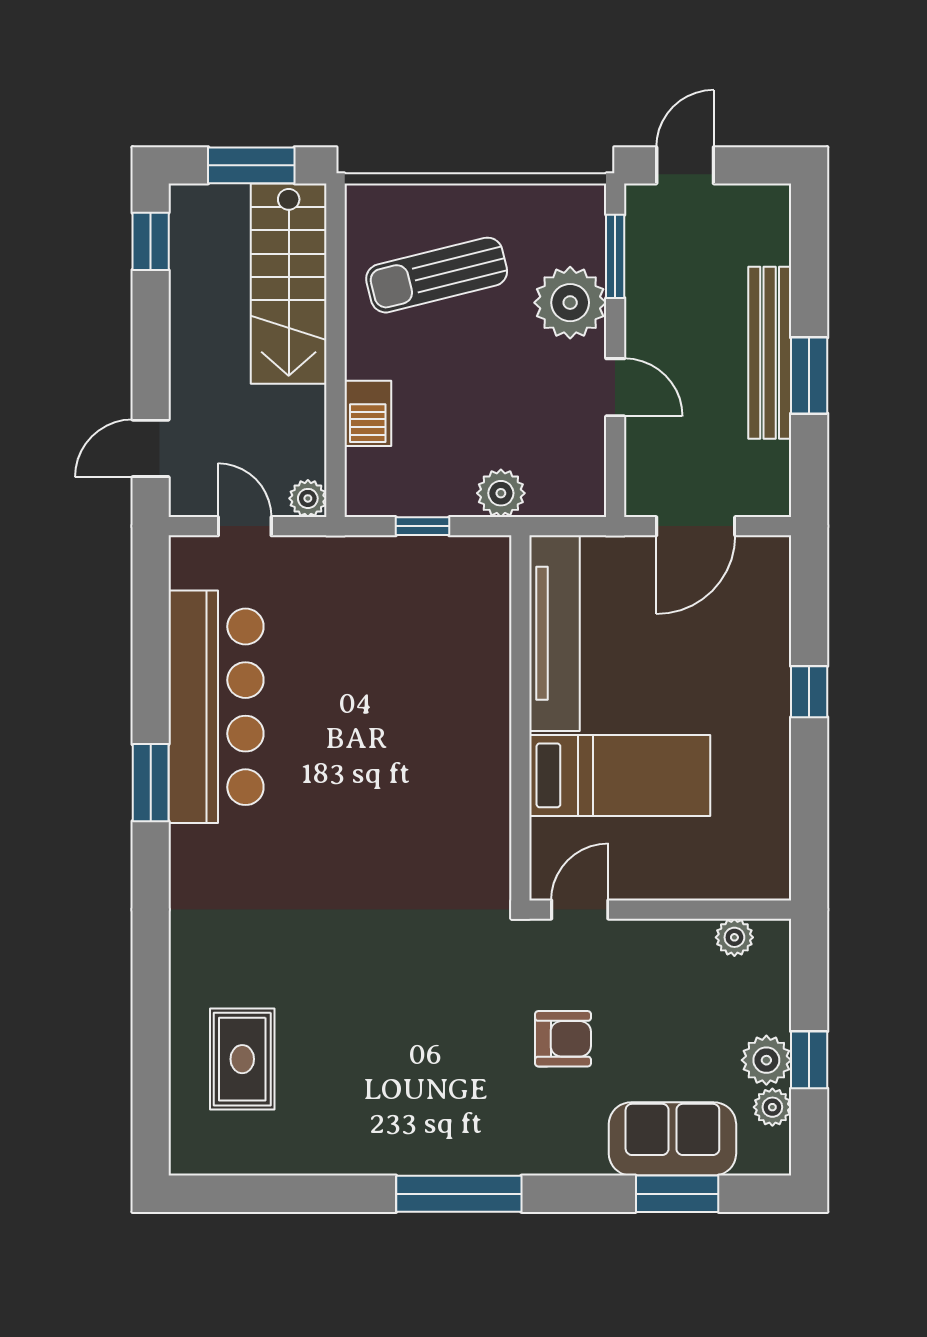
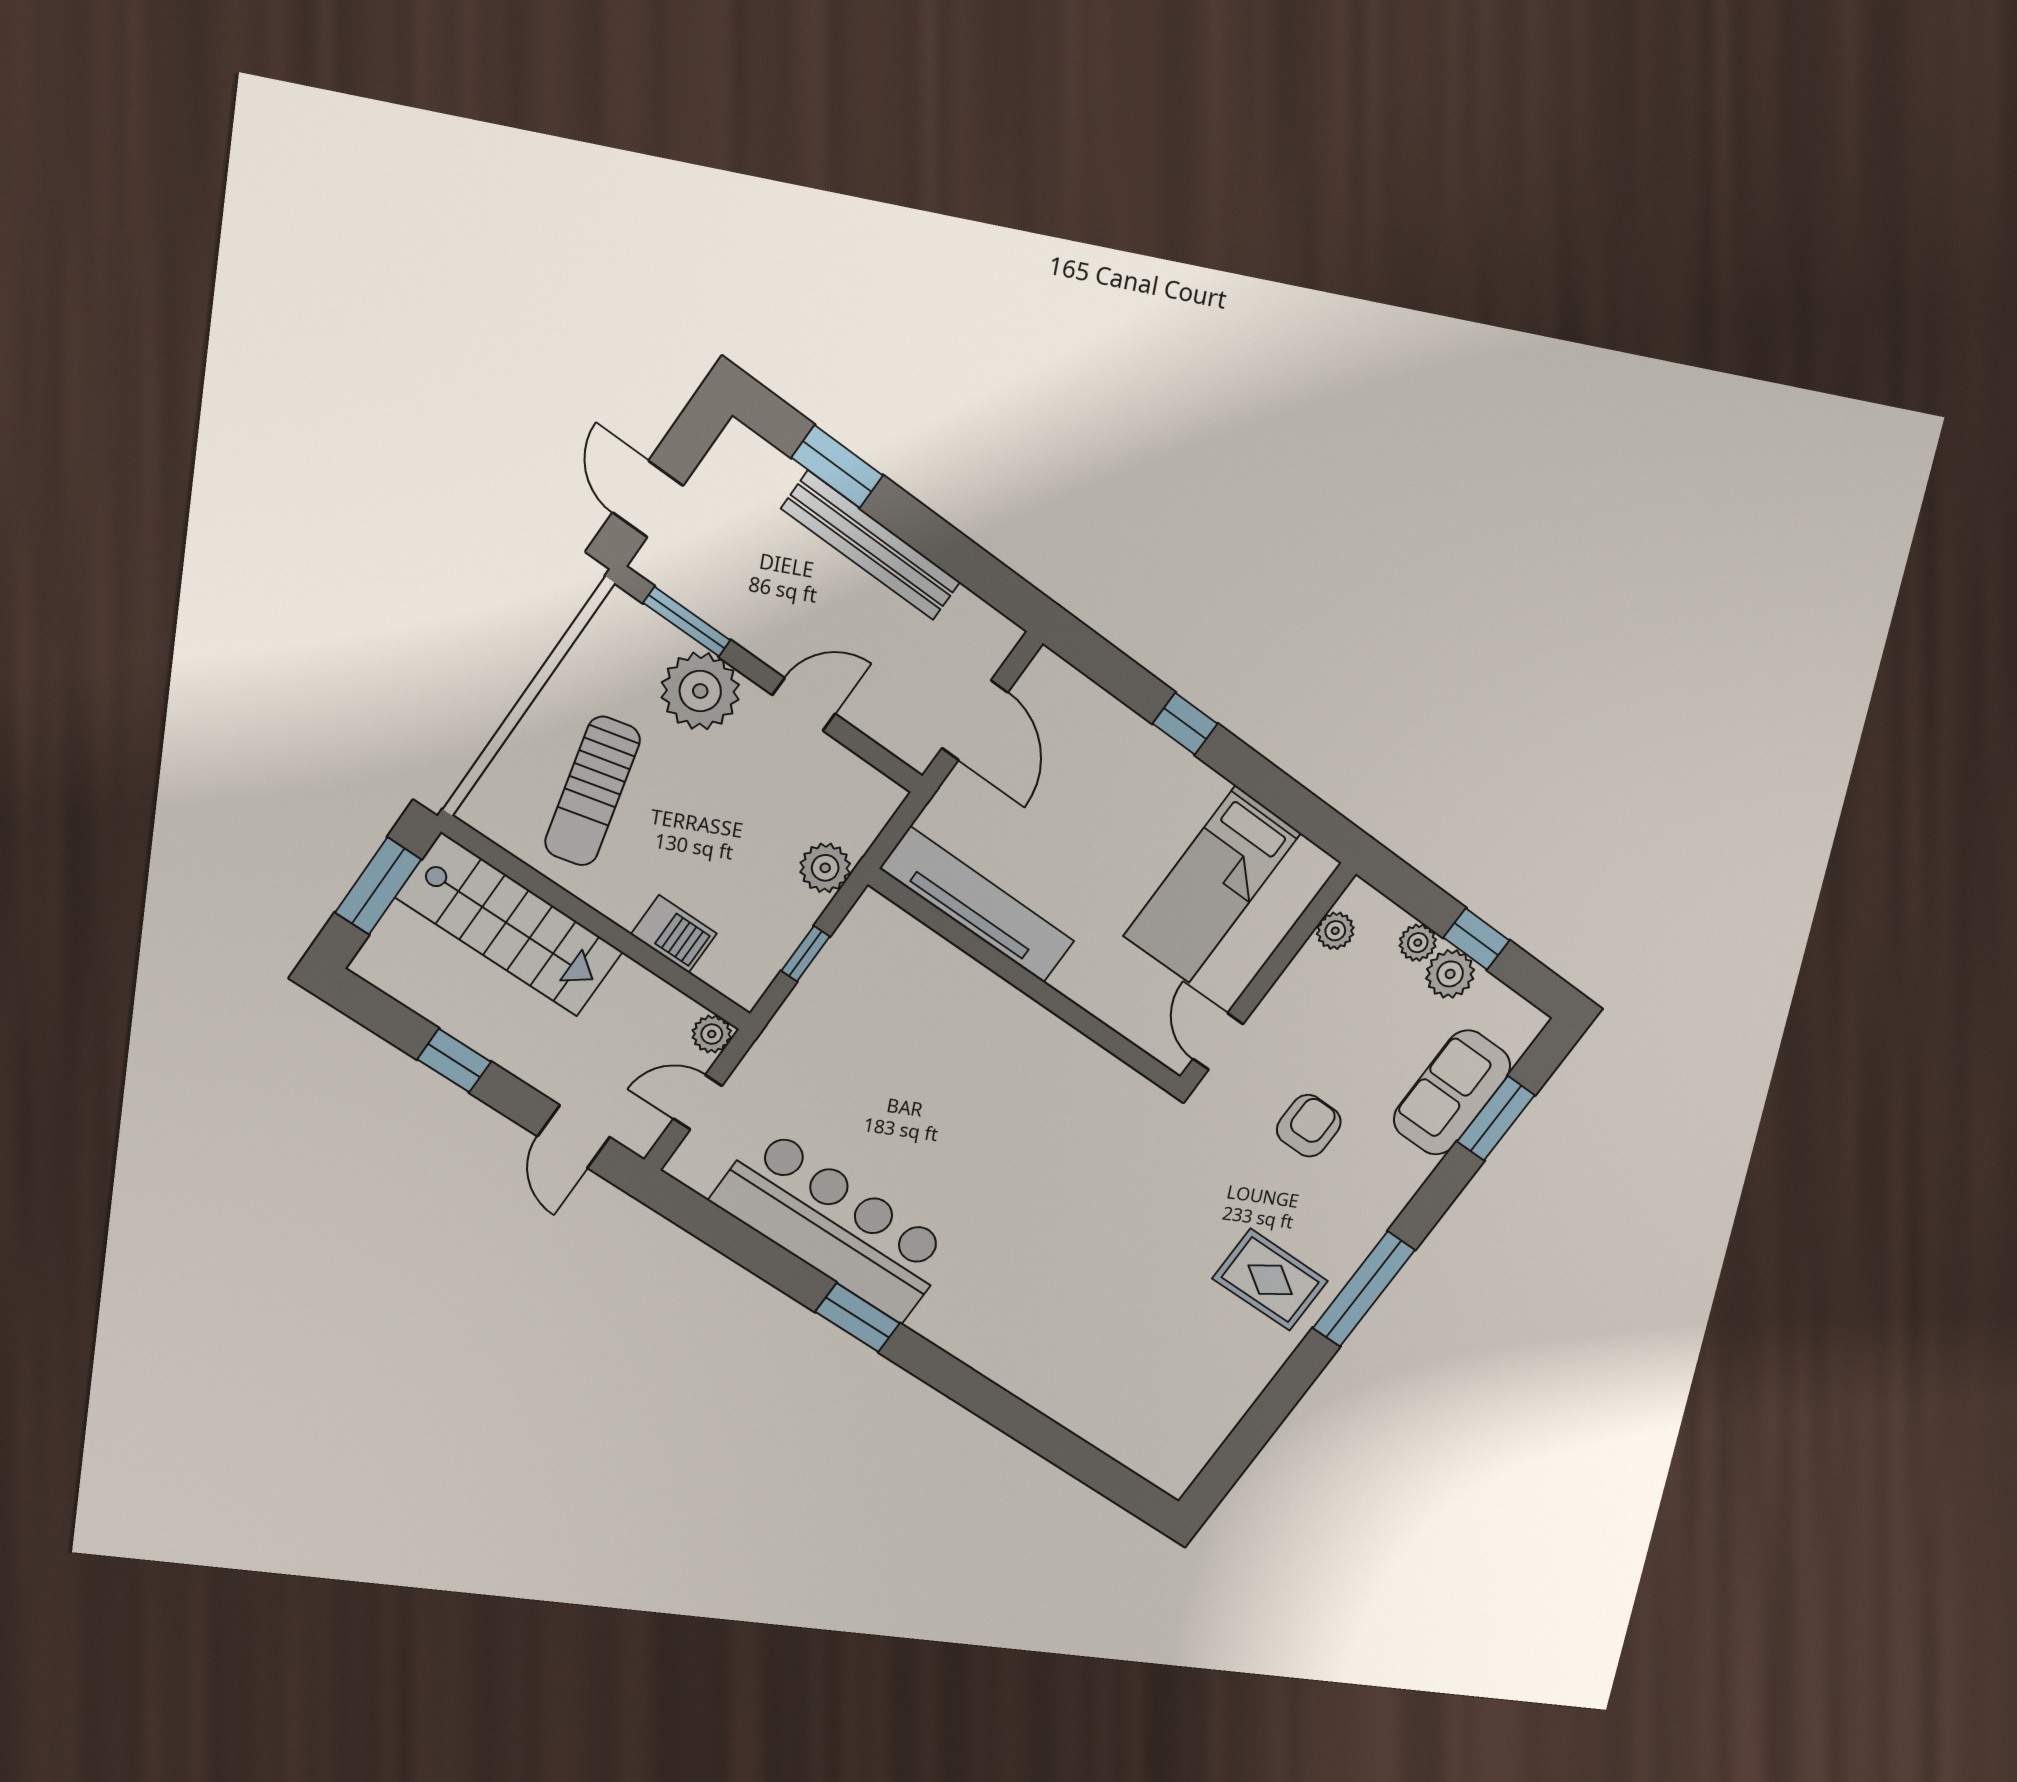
window: (151, 241) -> (454, 1061), moved
window: (809, 375) -> (837, 467), moved
bed: (620, 775) -> (1212, 885), moved, turned 180
rug: (242, 1059) -> (1270, 1280), moved
plant: (772, 1107) -> (1418, 943), moved

